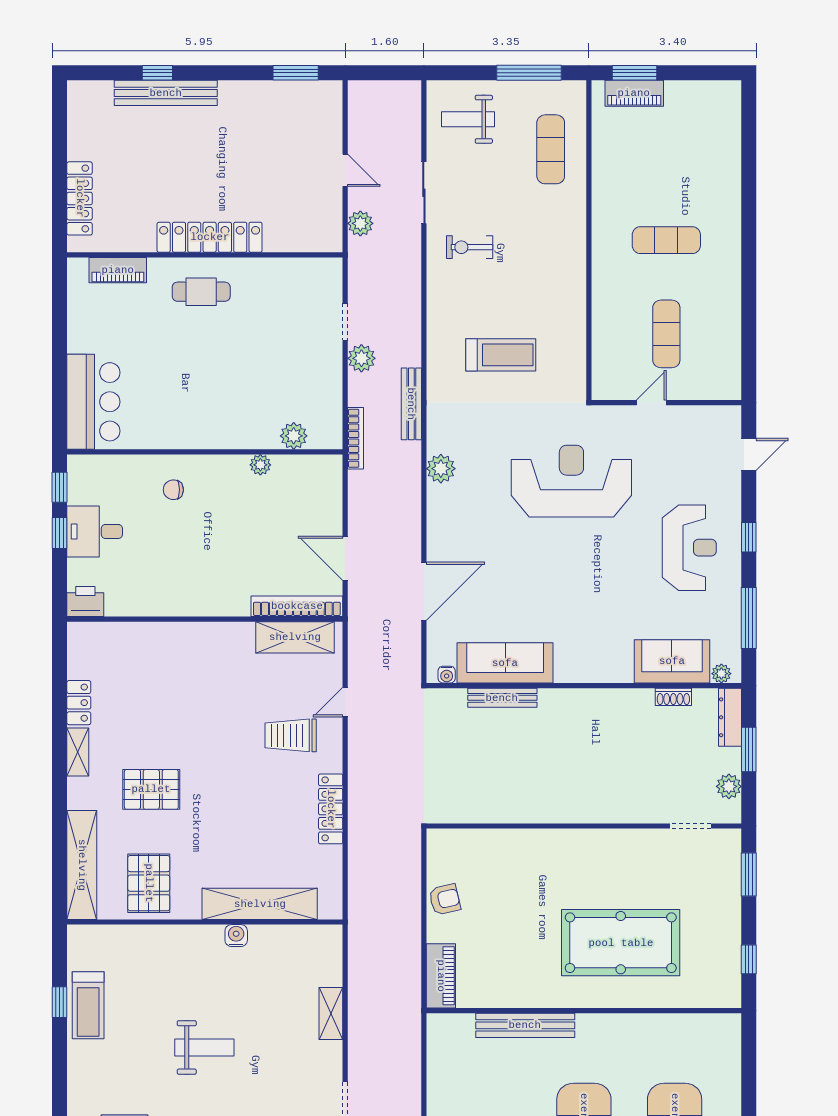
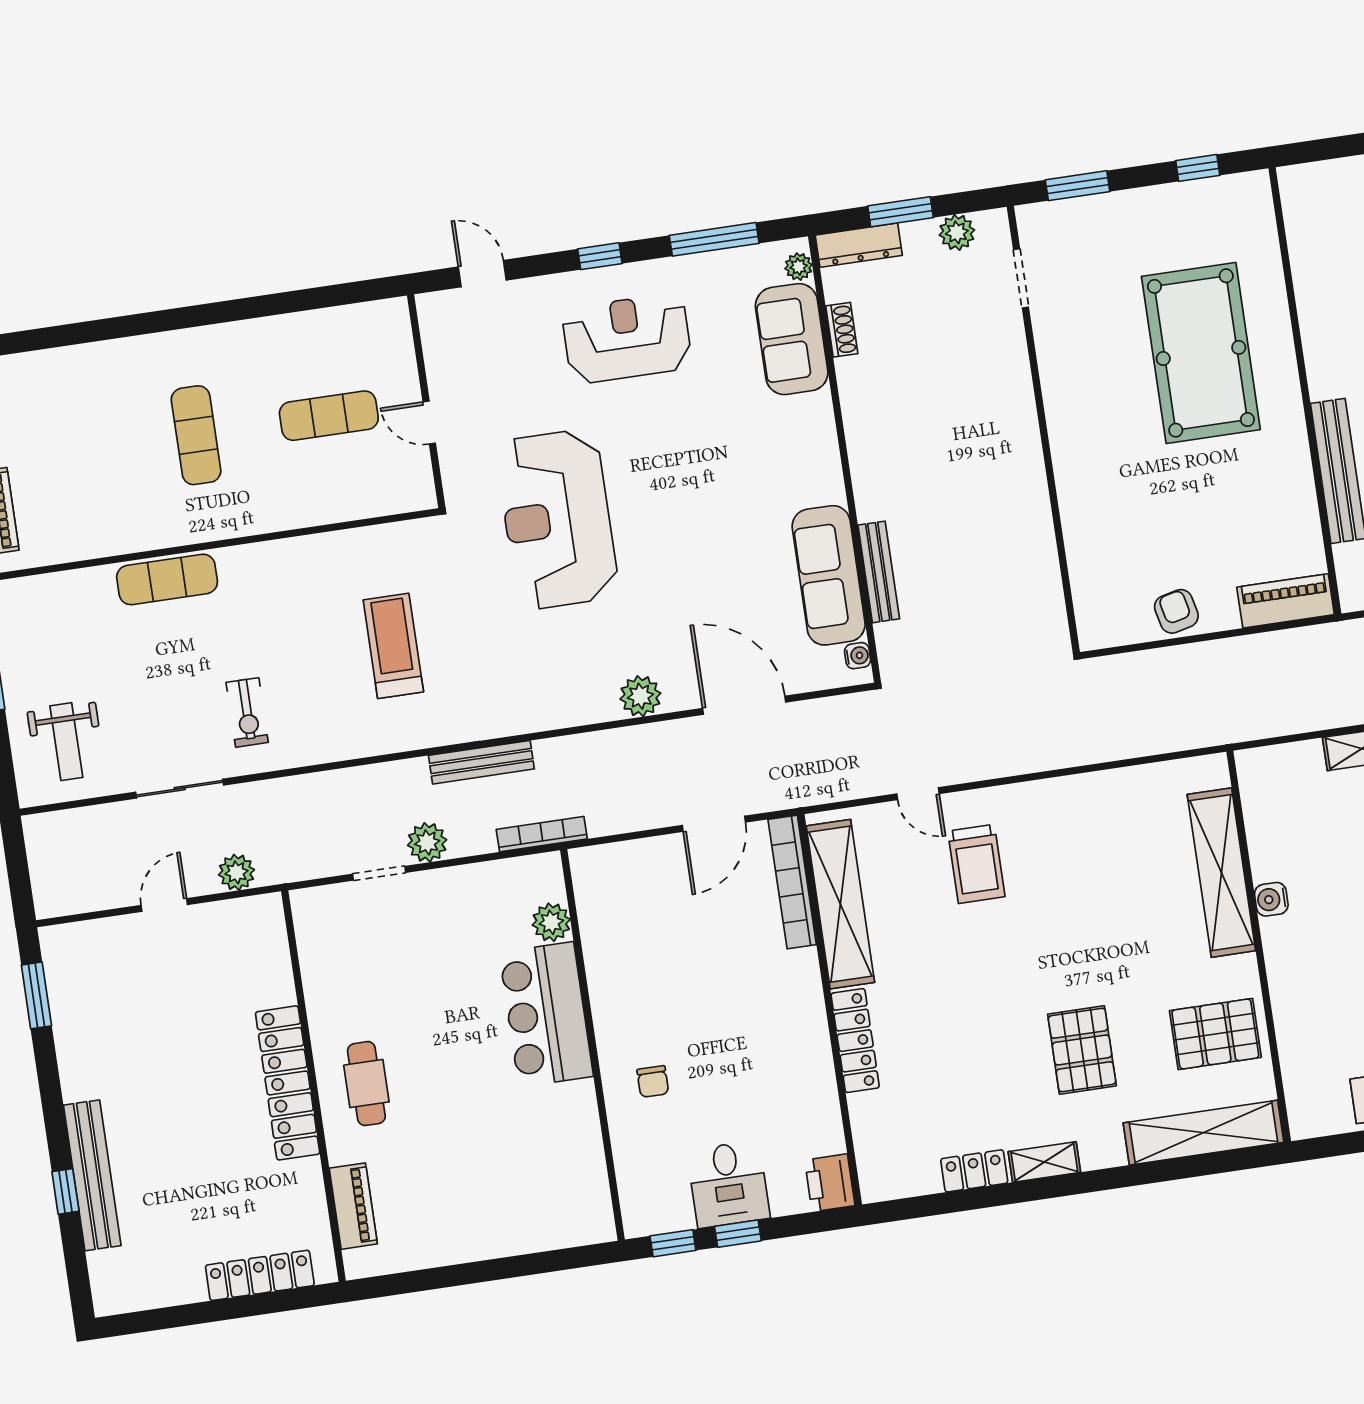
exercise mat: (551, 149) -> (167, 579), moved
bar counter: (93, 402) -> (546, 1014), moved, turned -90
plant: (260, 465) -> (599, 963), removed
plant: (441, 469) -> (640, 696), moved
shelving: (295, 637) -> (840, 904), width x1.47
locker: (331, 809) -> (855, 1041), moved, turned -90

